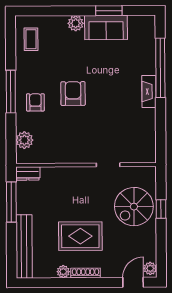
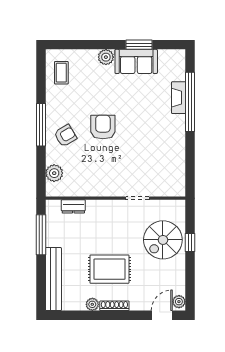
fireplace: (149, 91) -> (179, 98), moved
armchair: (35, 102) -> (65, 136), turned 59
dresser: (28, 174) -> (73, 206), moved

